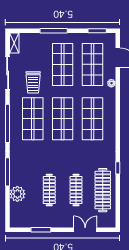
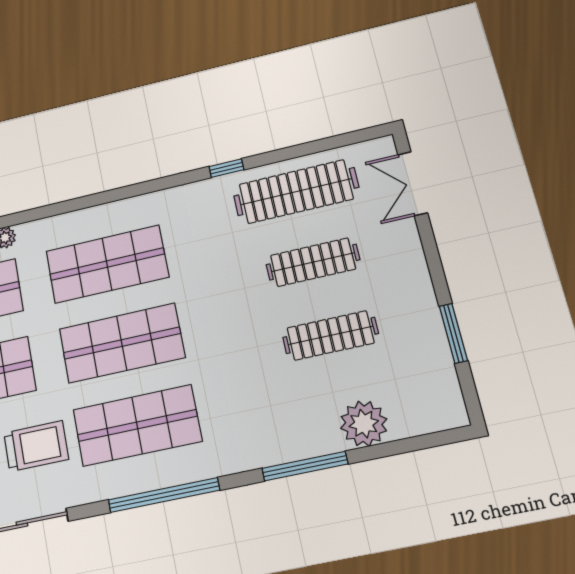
double door: (85, 230) -> (413, 184), moved

